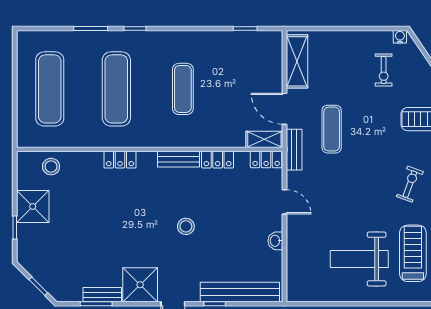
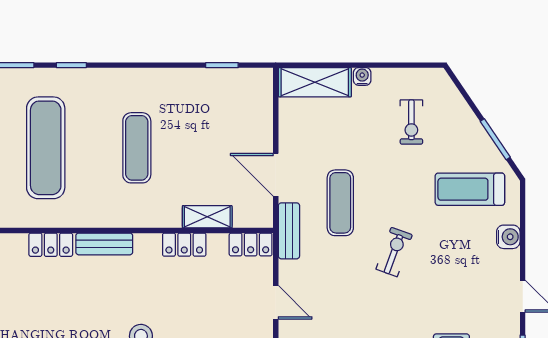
water cooler: (400, 37) -> (362, 76), moved
shelving: (297, 61) -> (315, 82), moved, turned 90
shelving: (264, 139) -> (207, 217), moved
bench: (179, 159) -> (104, 244), moved
exercise bike: (410, 184) -> (394, 252), moved

